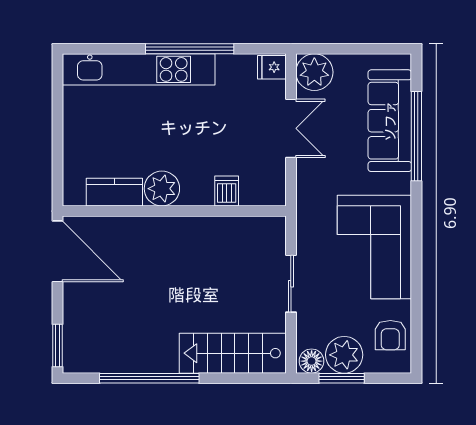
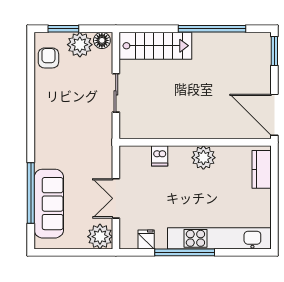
fridge: (272, 67) -> (146, 239), moved, turned -90
kitchen counter: (114, 192) -> (262, 169), moved, turned 90
corner sofa: (374, 247) -> (59, 118), removed
window: (342, 378) -> (63, 29), moved

